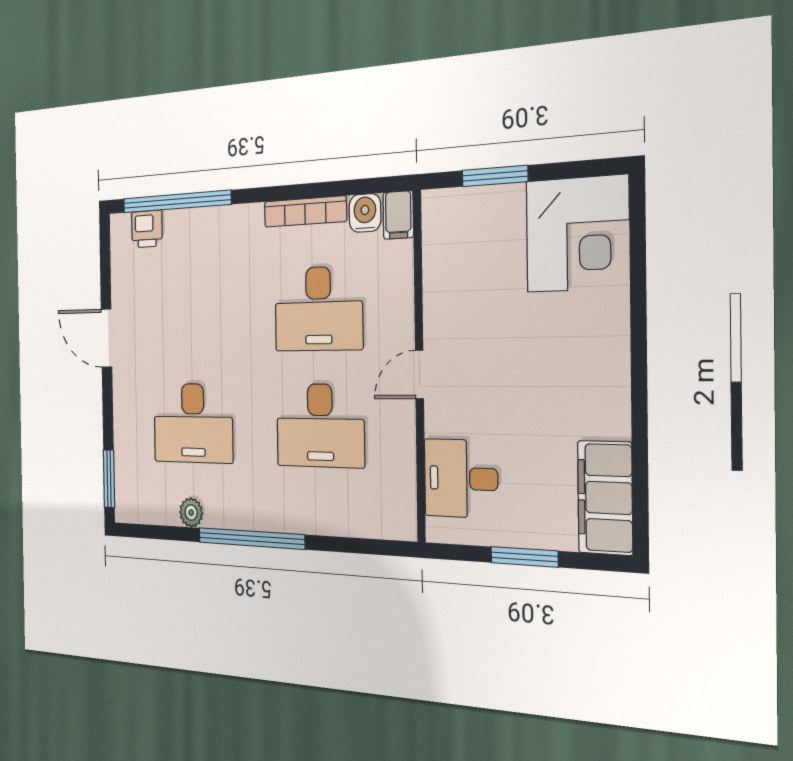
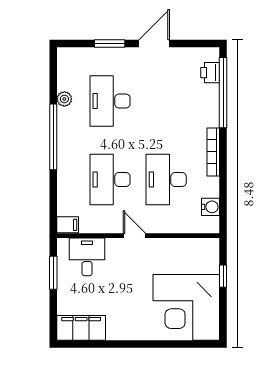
window: (495, 176) -> (223, 276), width x0.67
bookcase: (305, 212) -> (213, 152), moved
filing cabinet: (398, 215) -> (68, 225), moved, turned 180
corner desk: (577, 234) -> (186, 307), width x1.36, depth x1.36
window: (109, 479) -> (110, 44), moved
window: (524, 557) -> (53, 273), moved

